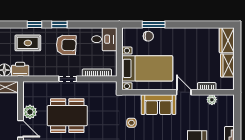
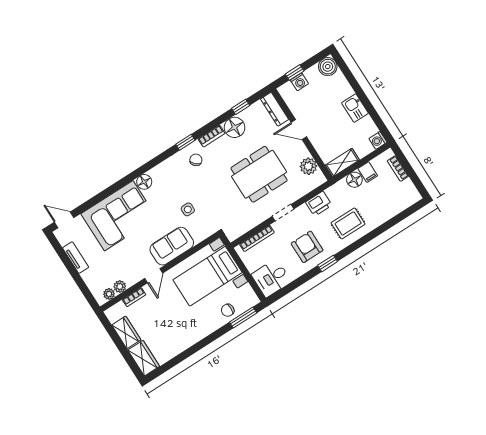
window: (34, 24) -> (353, 247), removed
window: (154, 24) -> (243, 317), moved
armchair: (66, 45) -> (307, 247), turned 88
printer: (20, 69) -> (319, 204), moved
door: (184, 92) -> (154, 276), hinge flipped
plant: (222, 99) -> (109, 294), added
plant: (30, 112) -> (308, 166), moved

